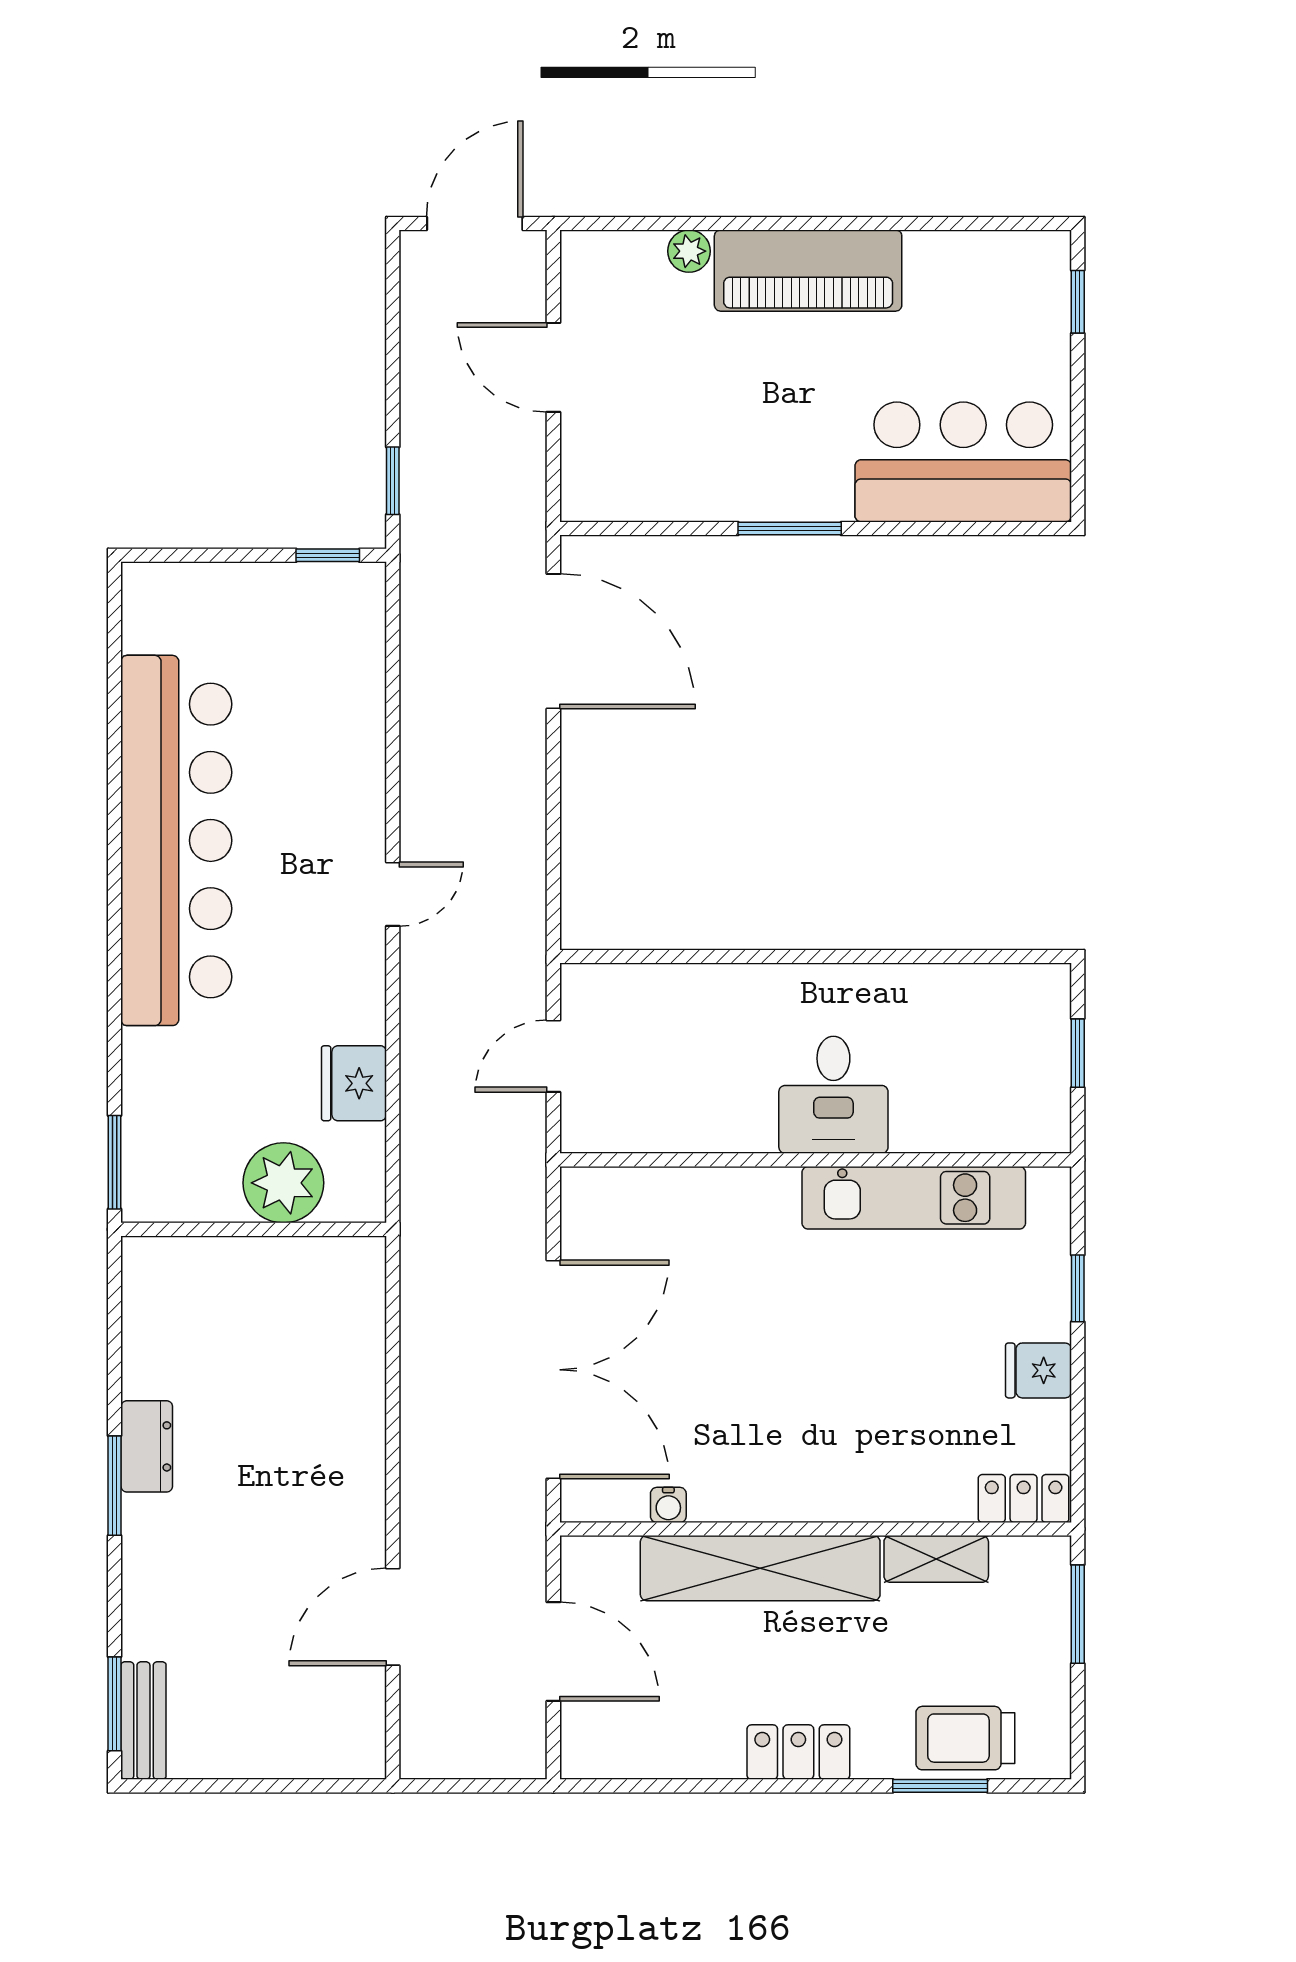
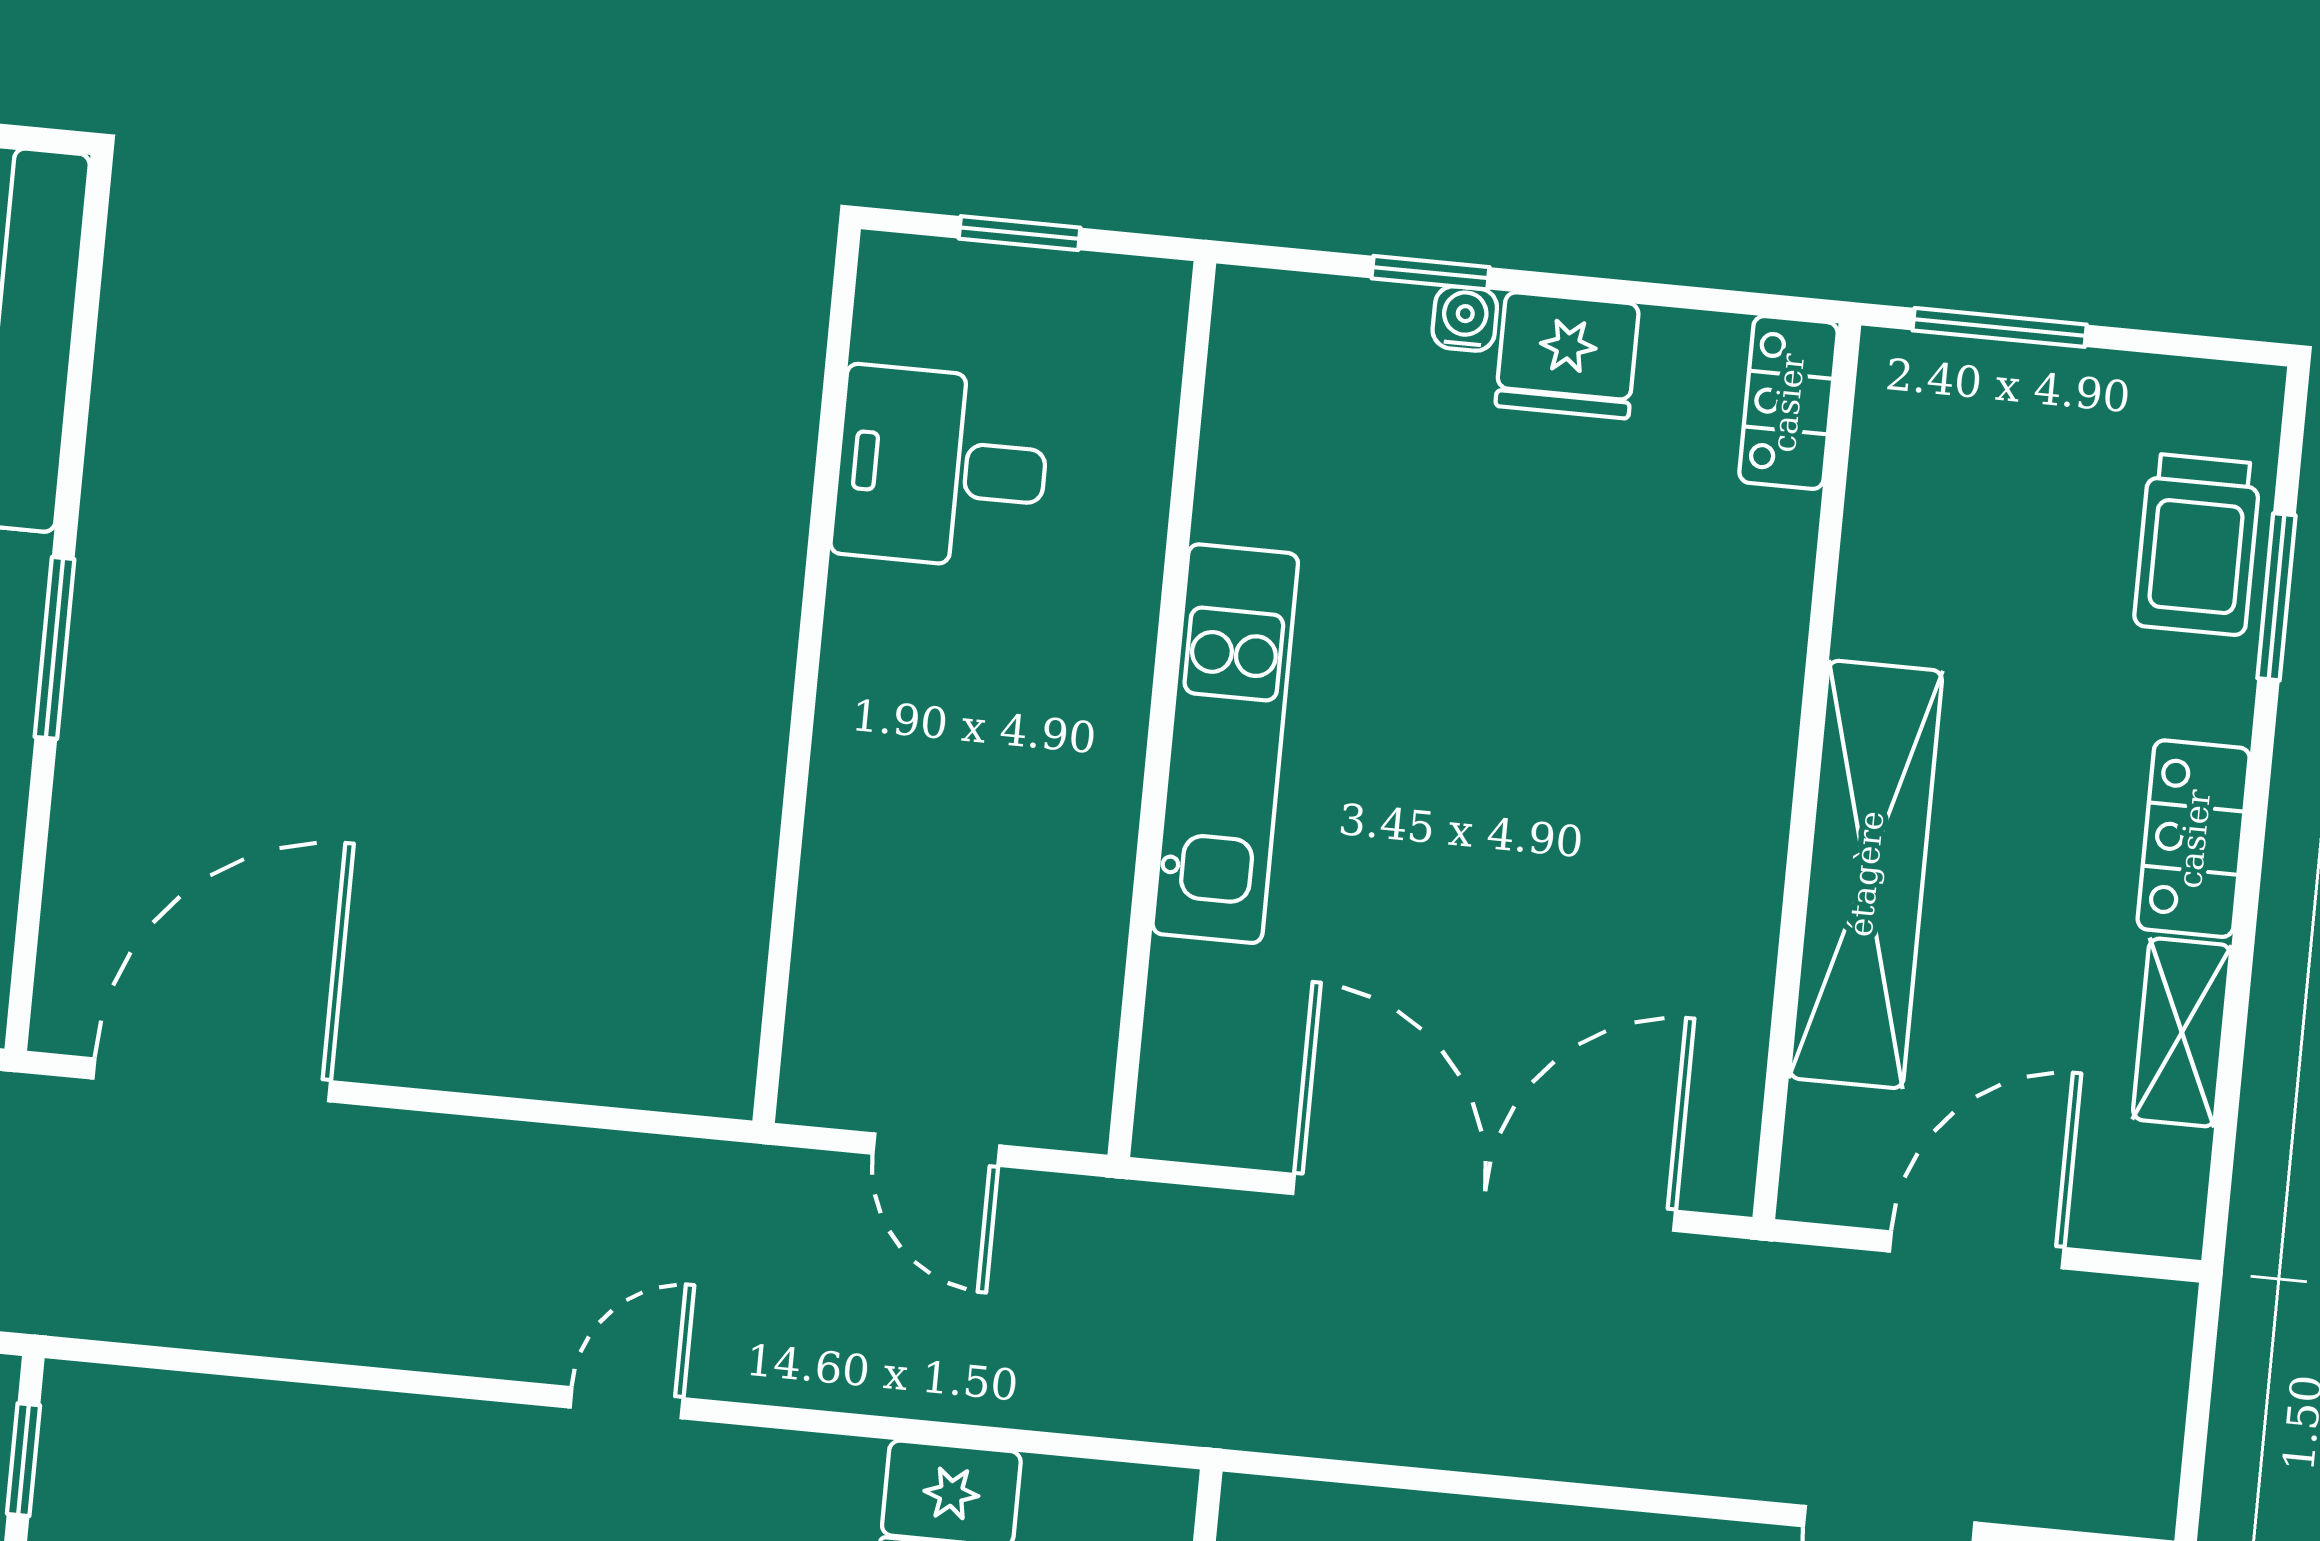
door: (393, 894) -> (627, 1403), hinge flipped
desk: (833, 1095) -> (941, 468), moved, turned 180
kitchen unit: (914, 1198) -> (1225, 744), moved
fridge: (1038, 1370) -> (1567, 355), width x1.38
water cooler: (668, 1505) -> (1465, 319), moved, turned -90
shelving: (936, 1559) -> (2182, 1032), moved

